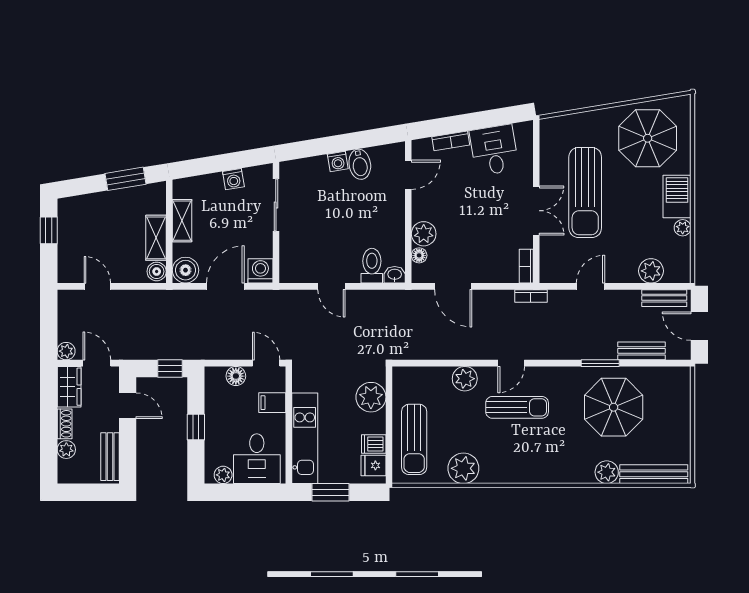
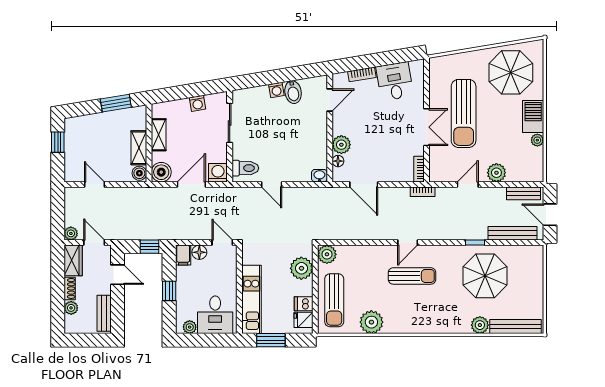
toilet: (372, 266) -> (245, 168), moved, turned 90
plant: (651, 271) -> (496, 173), moved
bench: (641, 351) -> (513, 233), width x1.36
window: (600, 363) -> (475, 243), width x0.67
plant: (465, 379) -> (327, 254), moved
filing cabinet: (272, 403) -> (183, 255), moved, turned -90

